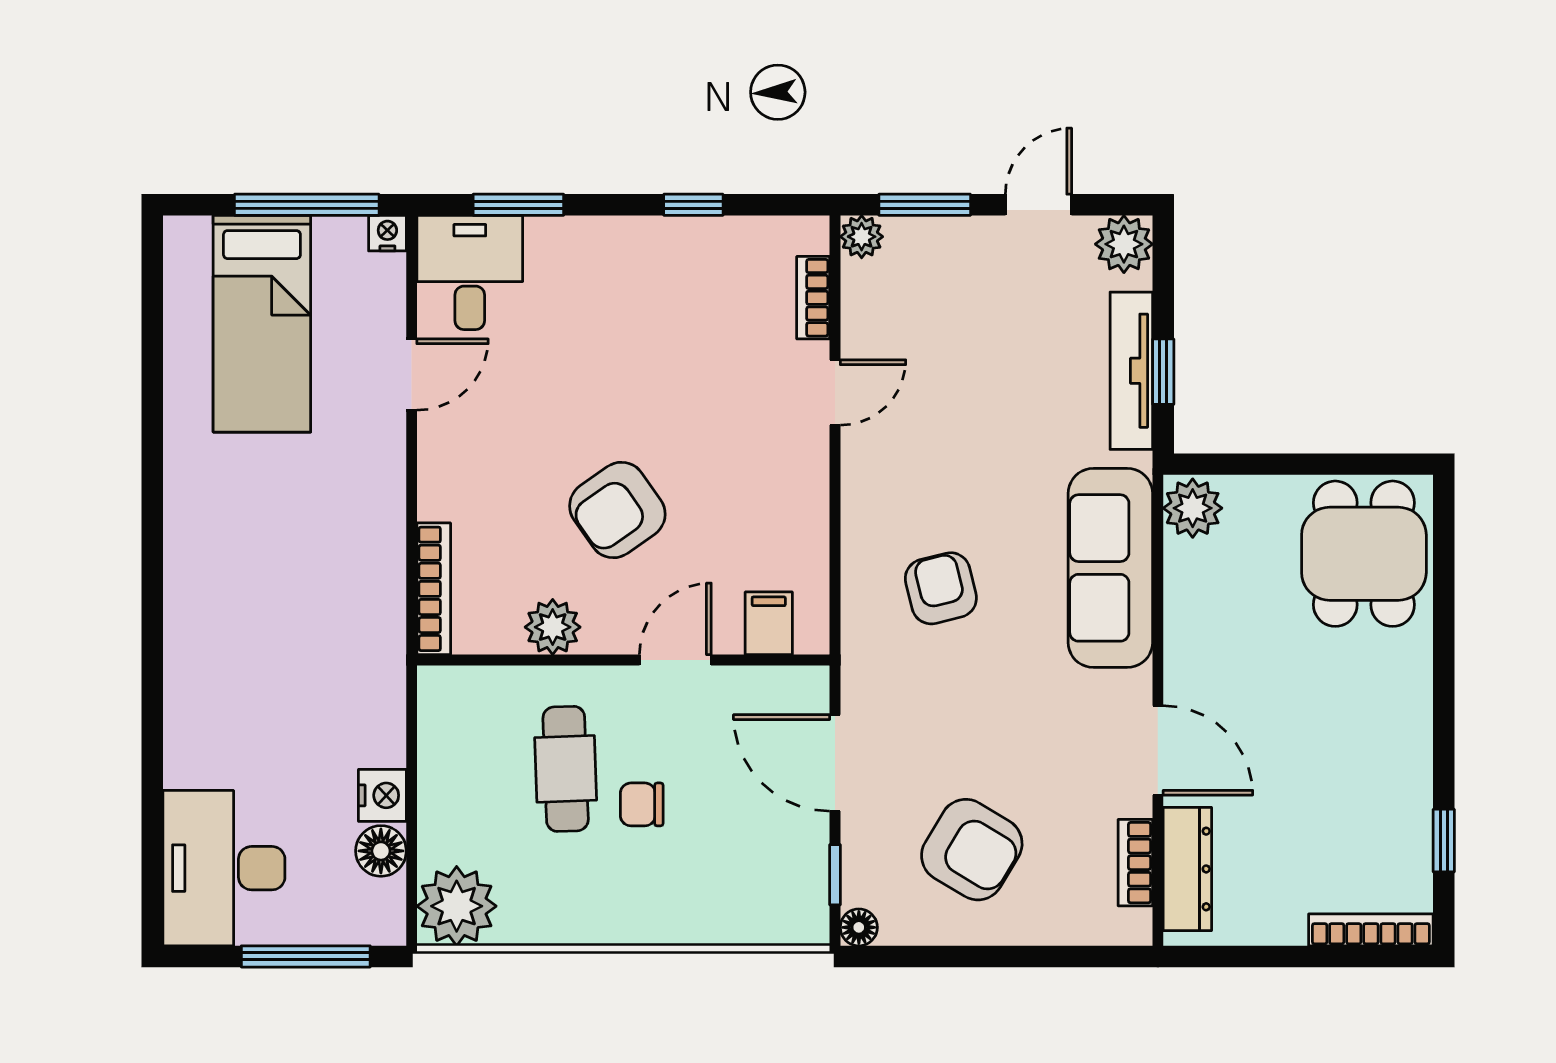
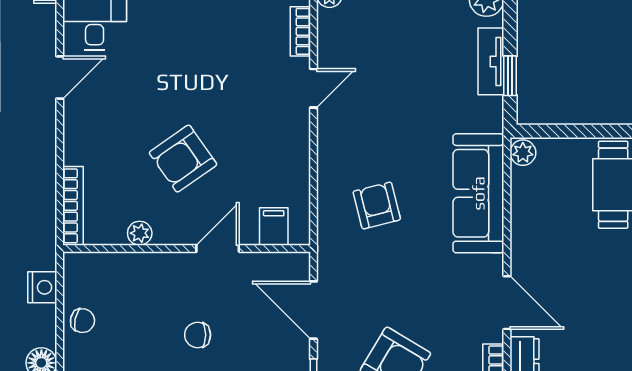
tv unit: (1131, 371) -> (491, 61), width x0.71
plant: (1193, 508) -> (523, 153), width x0.73, depth x0.73
plant: (553, 627) -> (140, 233), width x0.73, depth x0.73
cafe table: (566, 769) -> (152, 314), removed
chair: (449, 780) -> (82, 321), added
nightstand: (382, 795) -> (42, 287), moved

